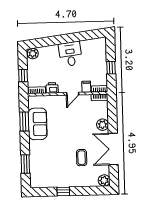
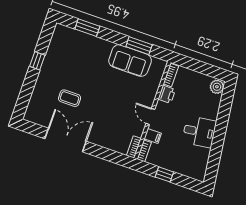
window: (23, 76) -> (195, 65), removed
plant: (103, 125) -> (100, 138), removed
plant: (104, 180) -> (32, 115), removed

